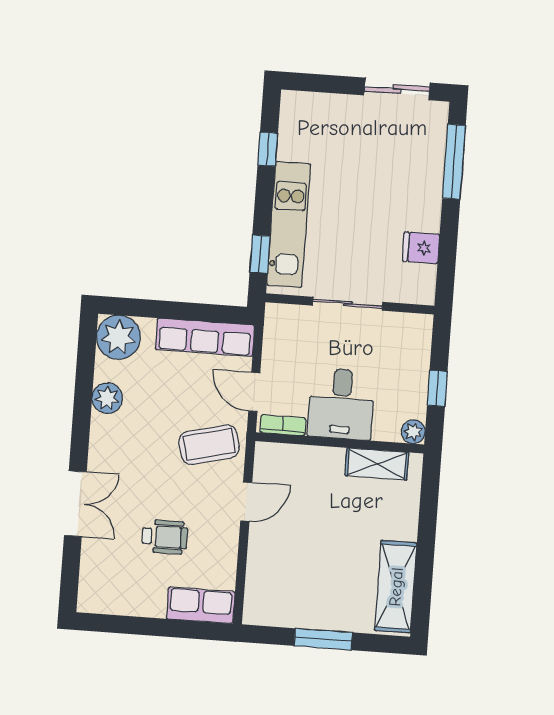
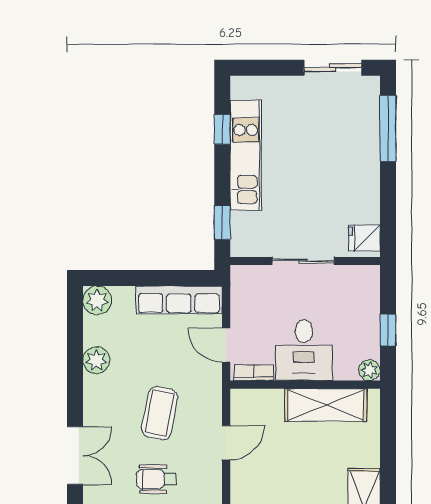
kitchen unit: (289, 225) -> (246, 155), moved
fridge: (421, 248) -> (364, 238), moved
plant: (118, 337) -> (97, 300), width x0.73, depth x0.73
coffee table: (209, 445) -> (160, 413), moved, turned -65
shelving: (377, 464) -> (326, 405), width x1.50, depth x1.33
wheelchair: (165, 537) -> (156, 479), turned 180

